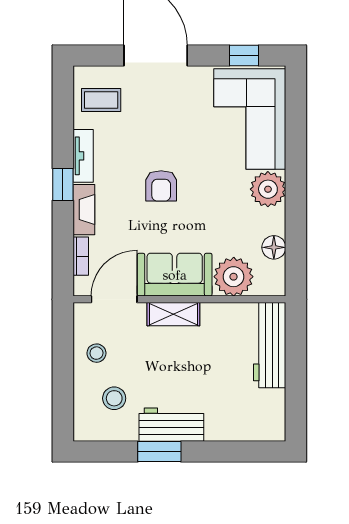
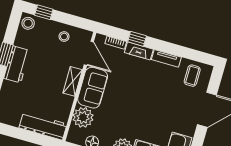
window: (63, 185) -> (137, 39), moved
armchair: (161, 186) -> (140, 94), removed
stool: (114, 398) -> (28, 23), moved
window: (63, 402) -> (44, 12), added

